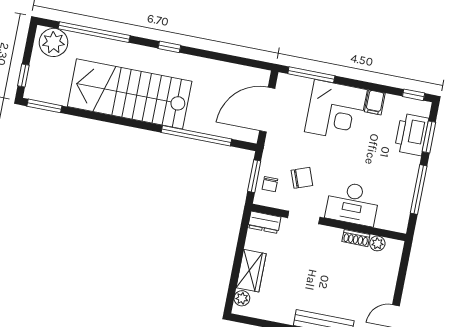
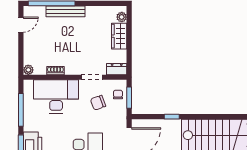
window: (196, 136) -> (172, 117), width x0.32
desk: (352, 203) -> (56, 96), width x1.36, depth x1.30
plant: (377, 243) -> (28, 70), moved

